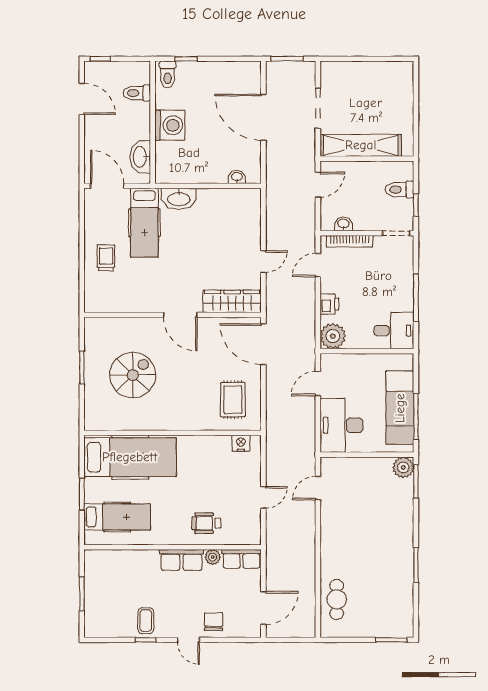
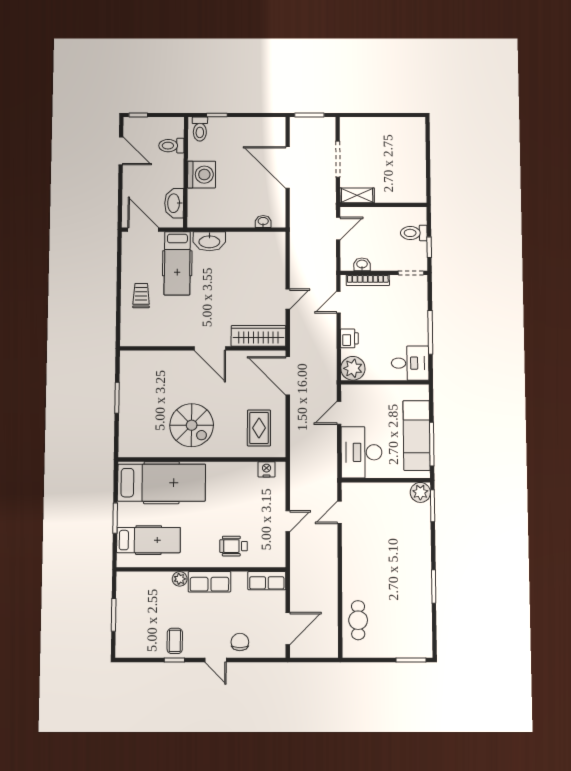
shelving: (361, 145) -> (357, 195), width x0.45, depth x0.75
spiral stairs: (133, 375) -> (192, 425), moved, turned 90
plant: (213, 557) -> (180, 579), moved

